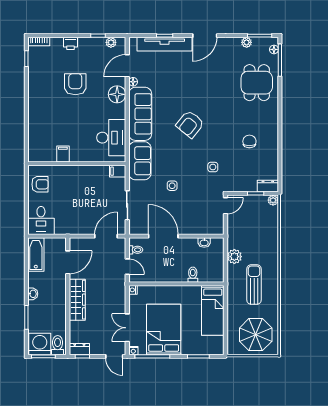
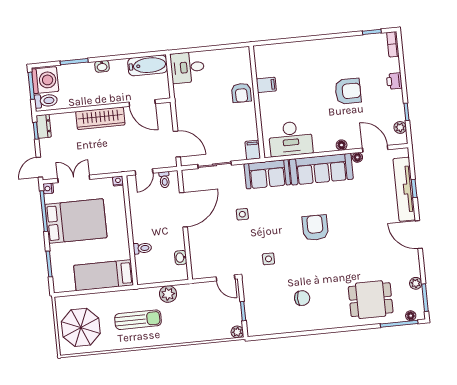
floor lamp: (117, 94) -> (342, 145), width x0.53, depth x0.53
armchair: (190, 124) -> (315, 228), turned 51
armchair: (40, 184) -> (241, 93), moved
dresser: (268, 186) -> (253, 324), removed

